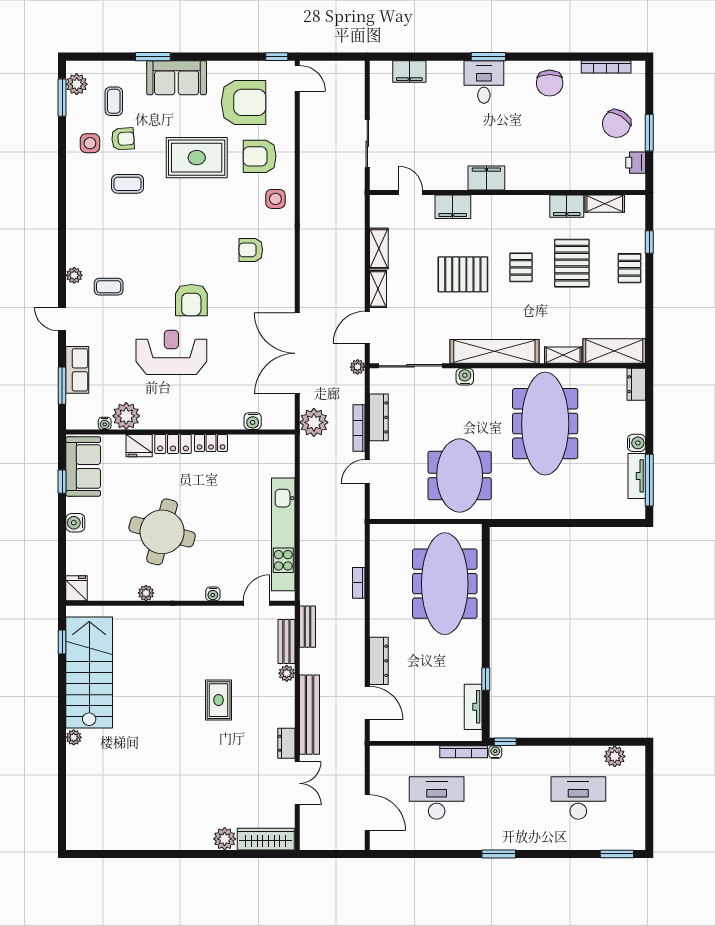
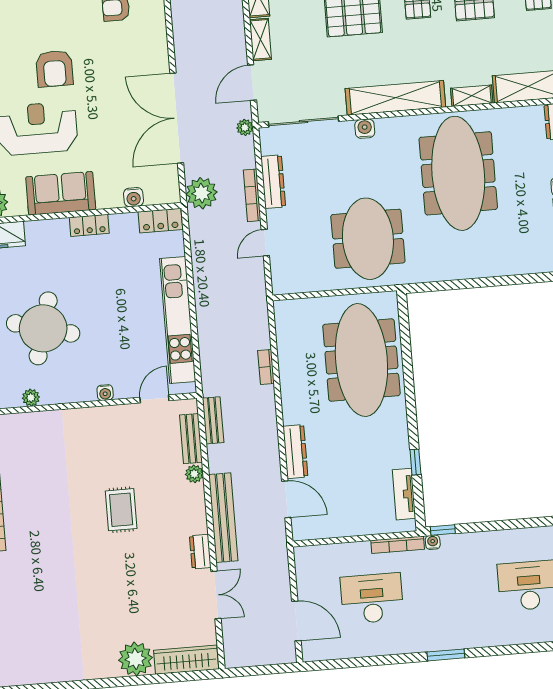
sofa: (188, 412) -> (61, 193), added
locker: (173, 444) -> (160, 221), moved
plant: (225, 839) -> (136, 659), width x1.36, depth x1.36

